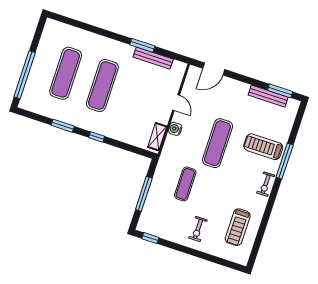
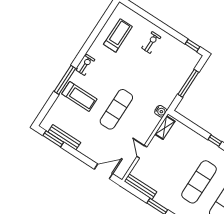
bench: (153, 58) -> (140, 187), moved
water cooler: (175, 129) -> (161, 111), moved
exercise mat: (185, 184) -> (152, 83), removed

